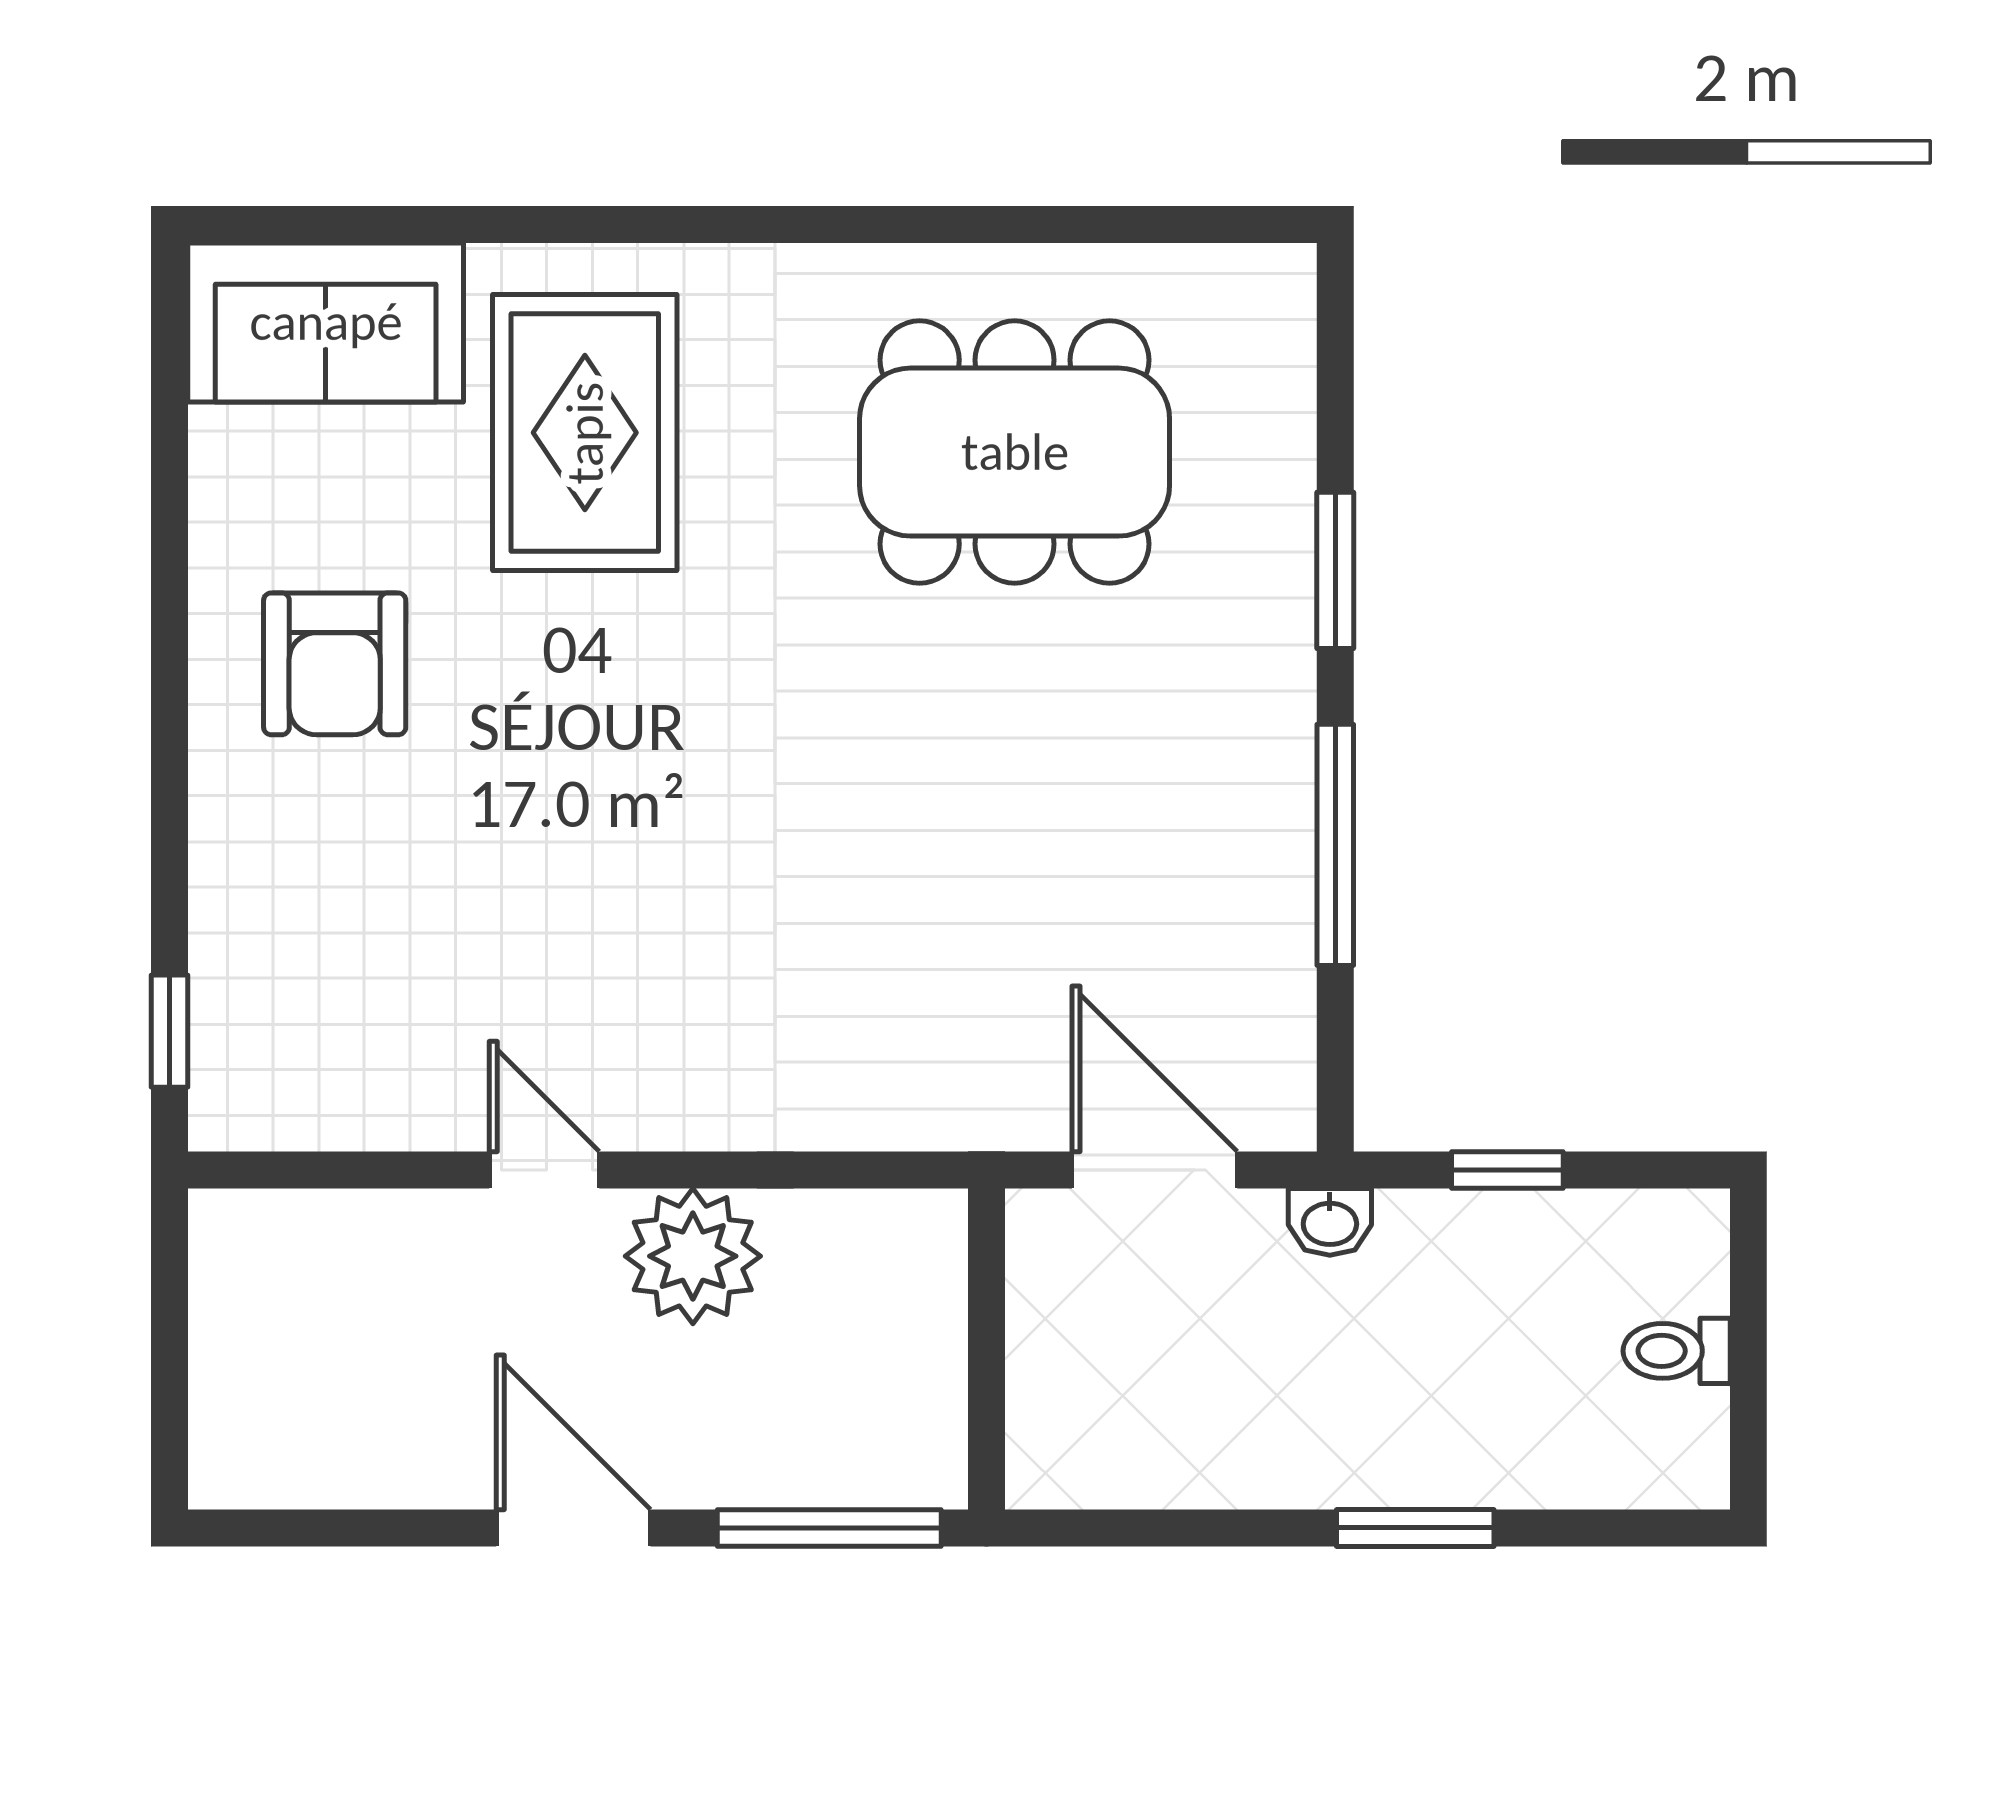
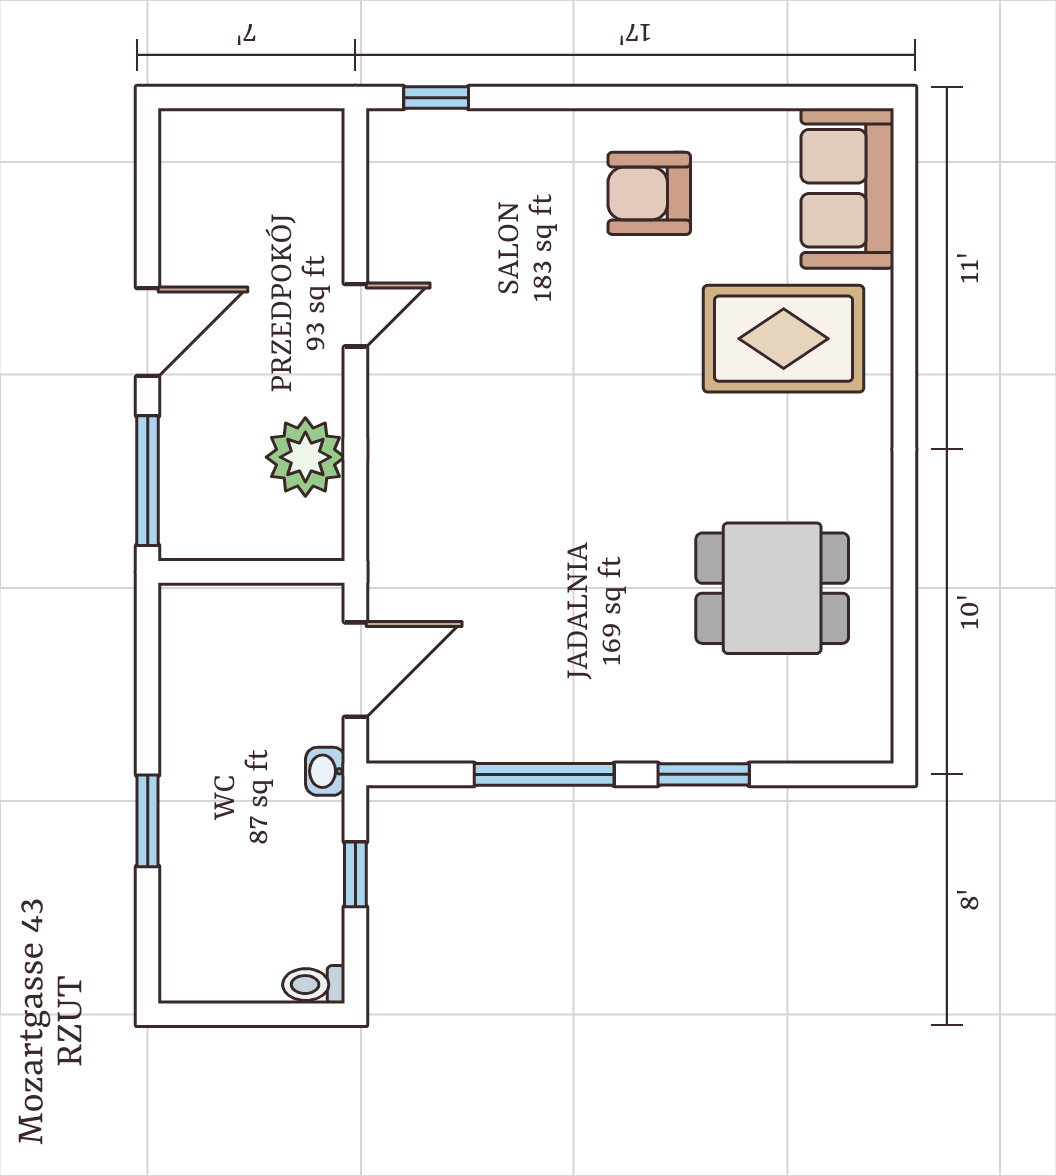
dining table: (1015, 452) -> (772, 588), width x0.73
plant: (693, 1256) -> (305, 457), moved
toilet: (1677, 1351) -> (314, 985), moved, turned -90

